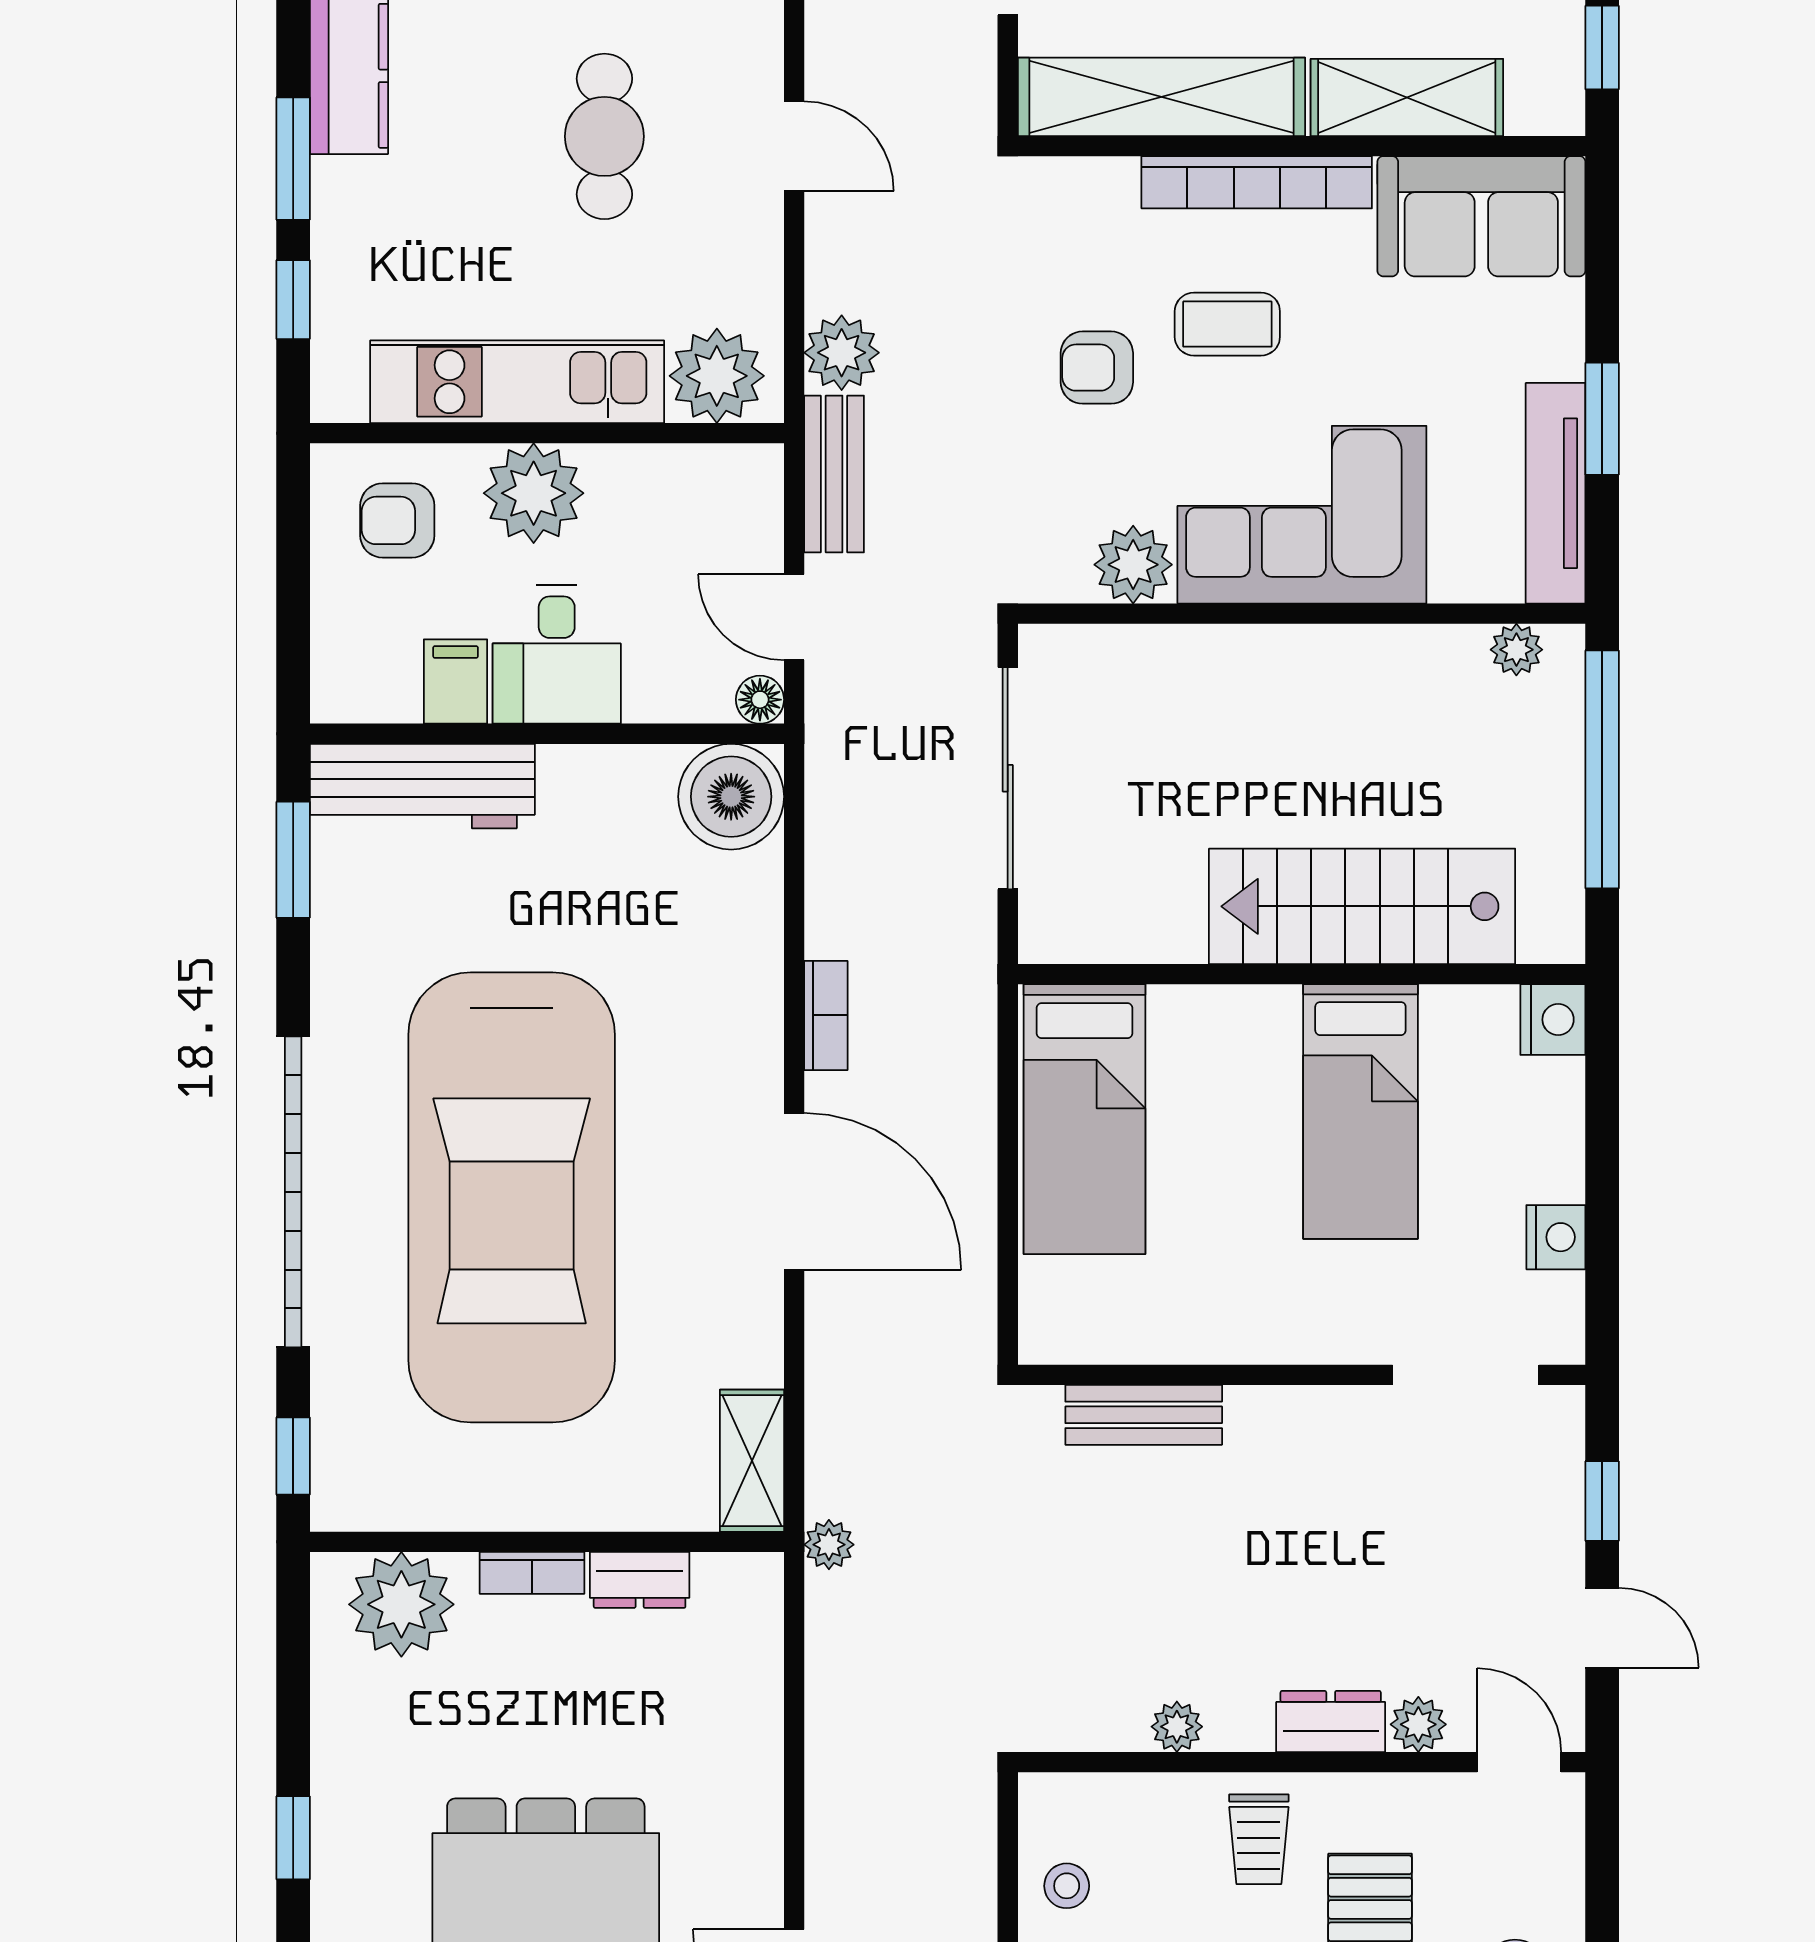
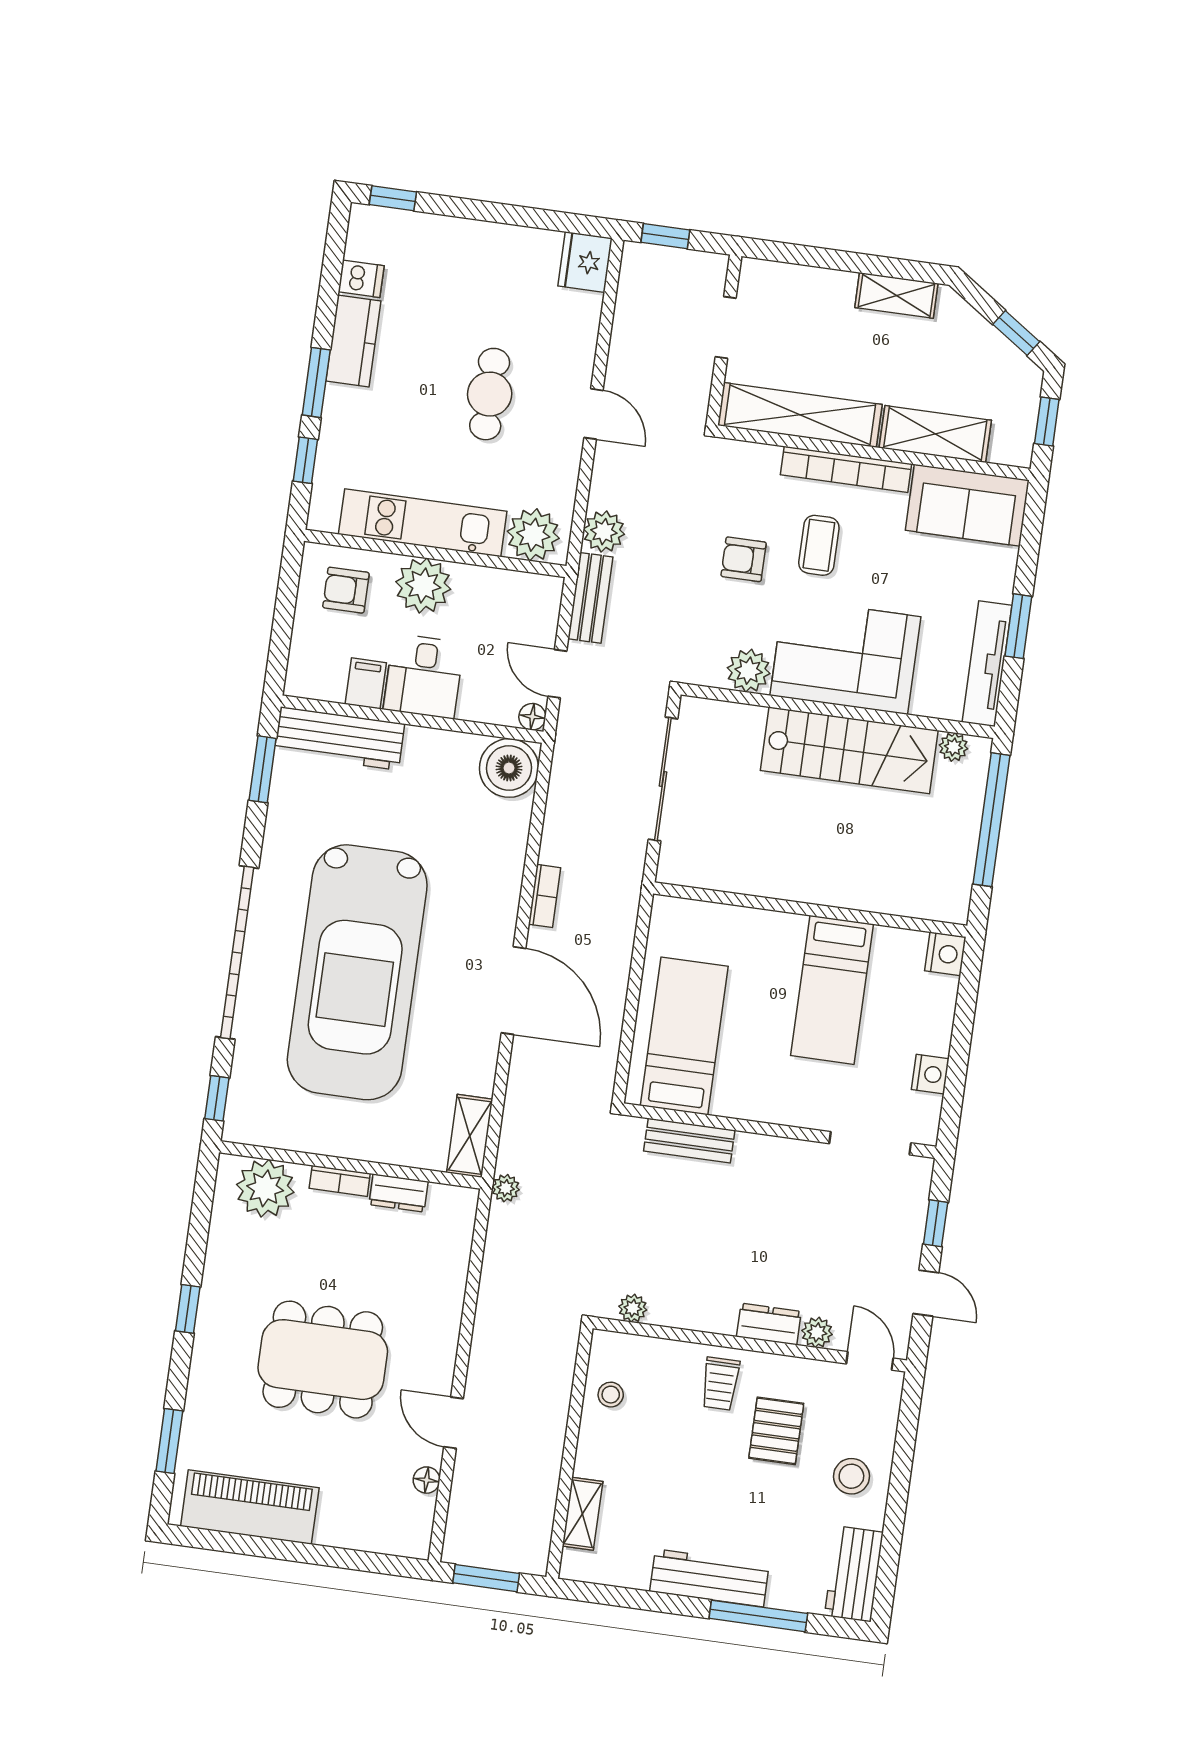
coffee table: (1227, 324) -> (819, 545), turned 90
stairs: (1362, 906) -> (849, 750), moved, turned 180
bed: (1084, 1119) -> (684, 1036), moved, turned 180
plant: (1177, 1727) -> (633, 1308), moved

